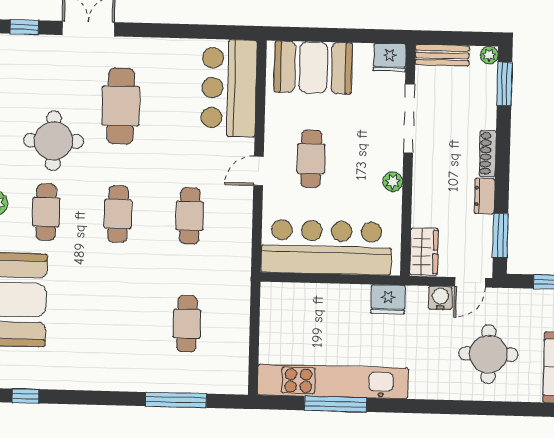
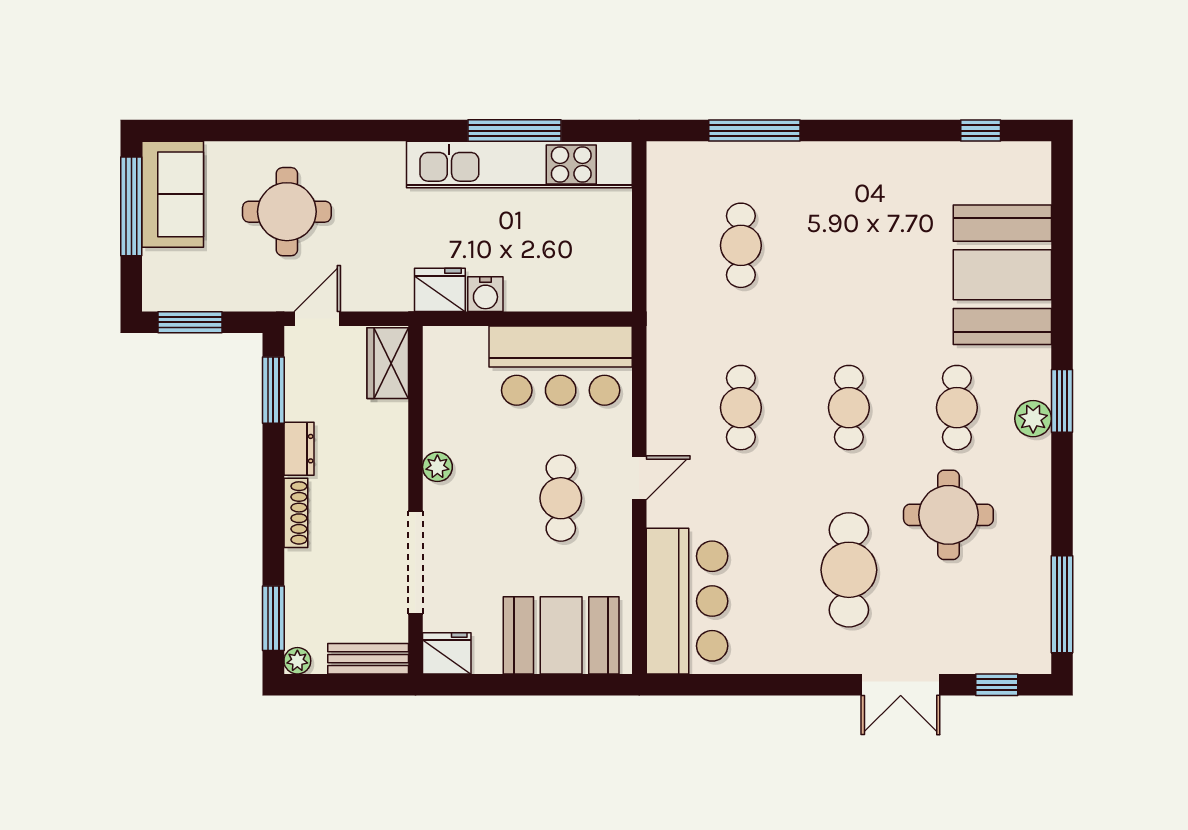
bar counter: (326, 247) -> (561, 366), width x0.73
water cooler: (440, 298) -> (485, 294), moved

